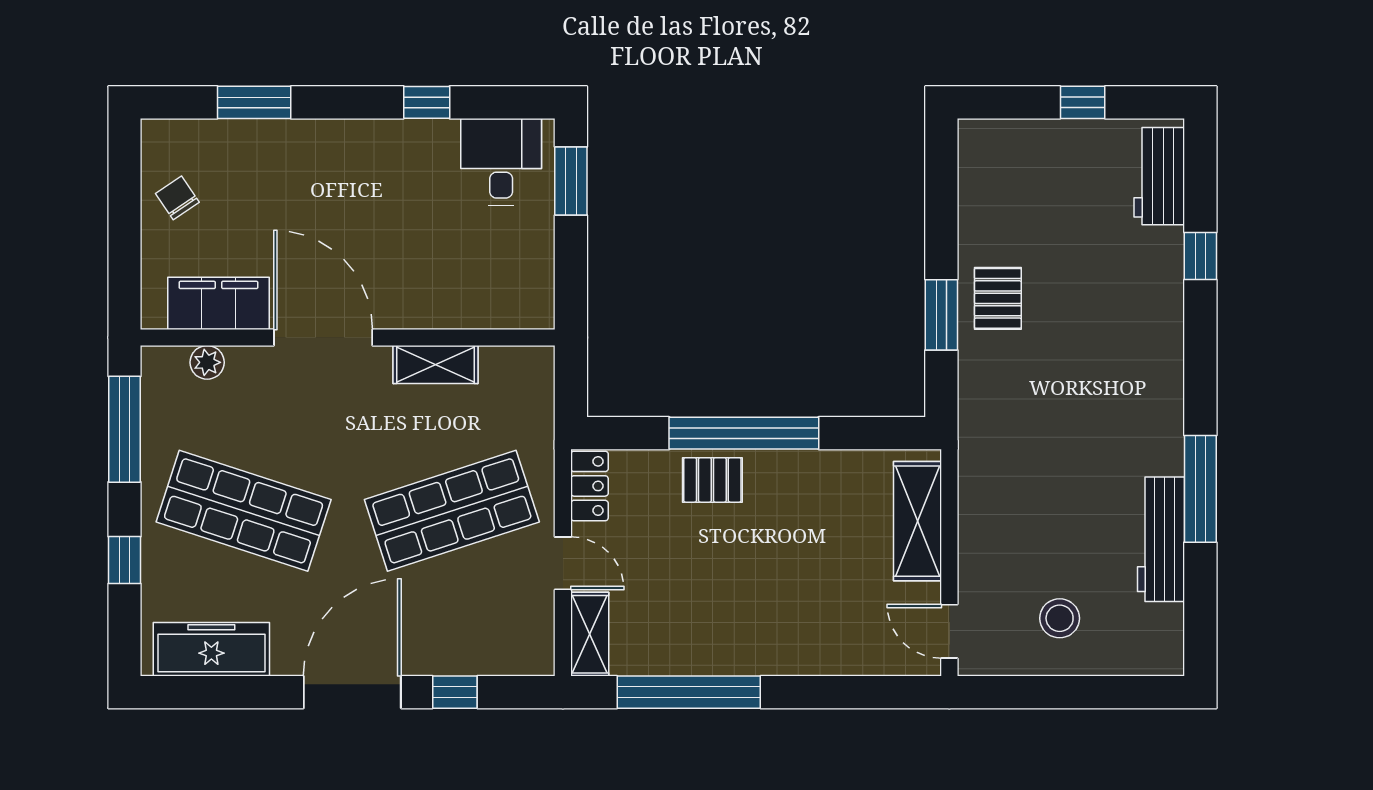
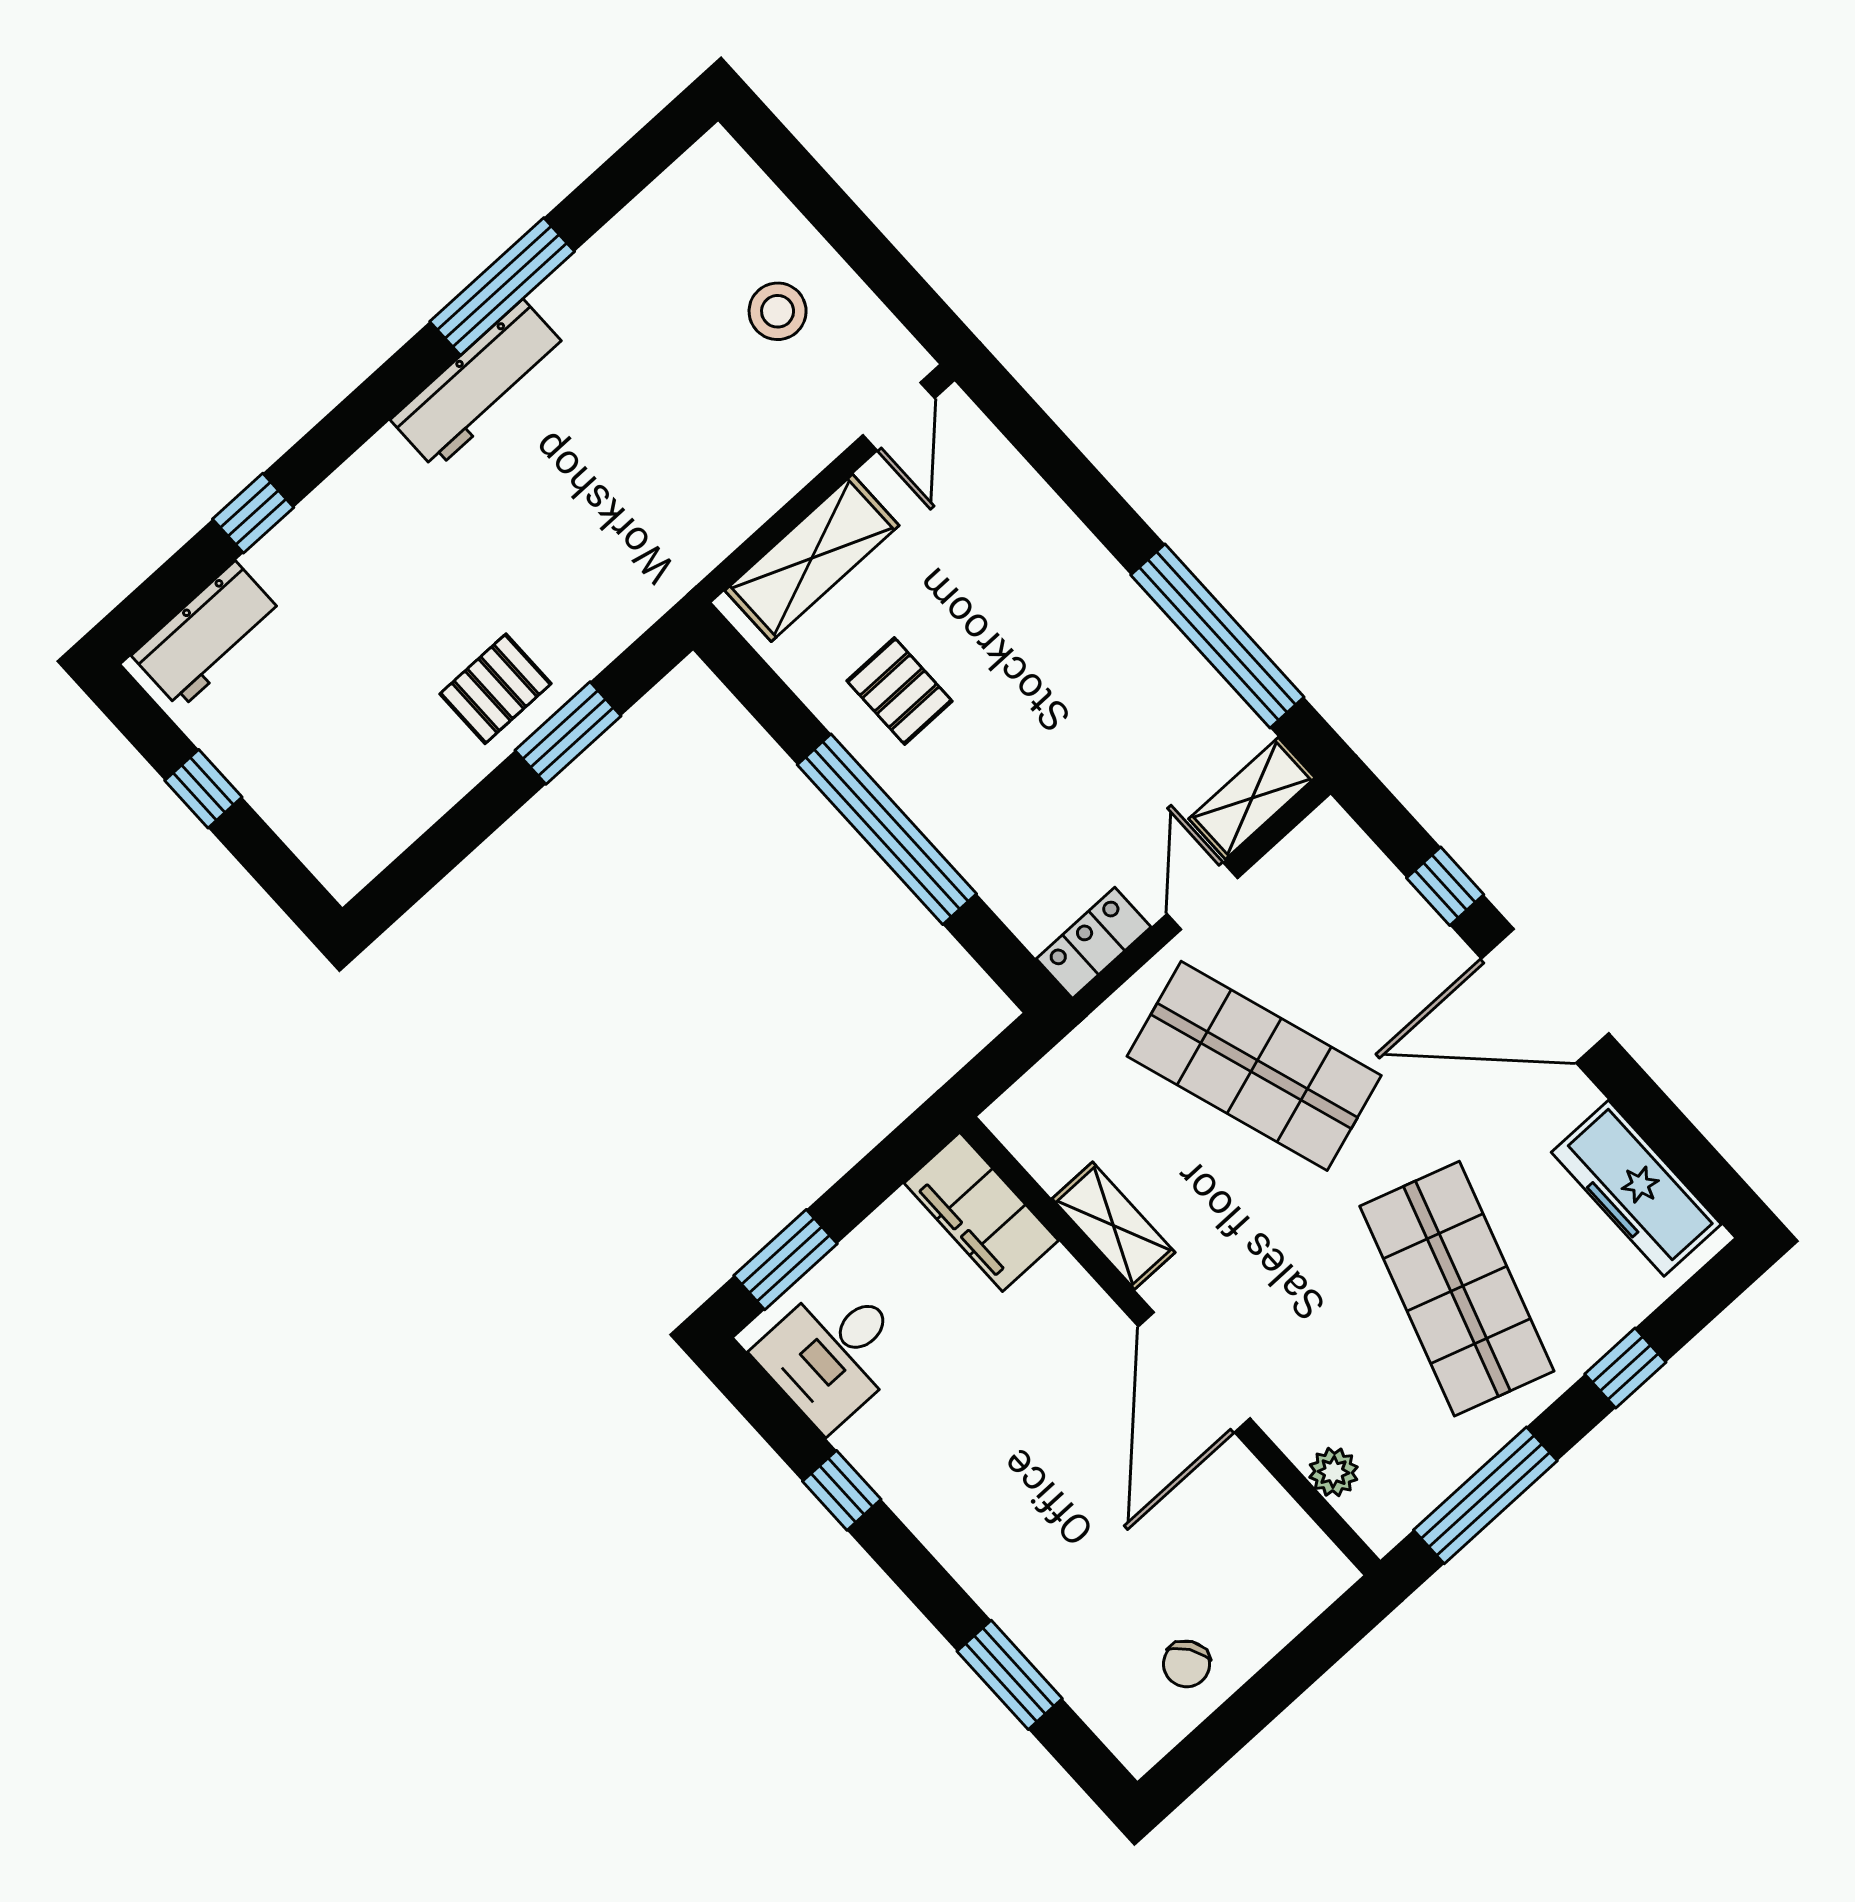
filing cabinet: (218, 303) -> (981, 1212), moved
pallet: (712, 480) -> (899, 691), moved
workbench: (1161, 539) -> (479, 384), moved

